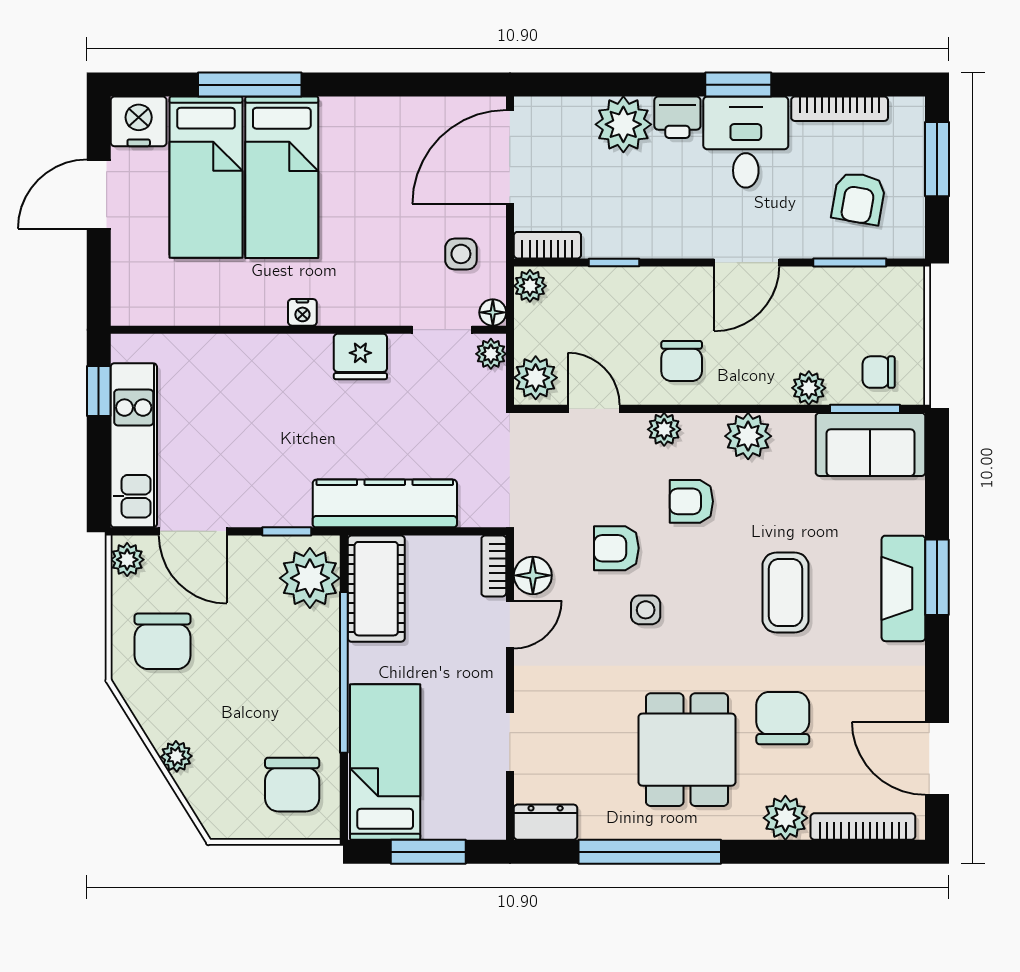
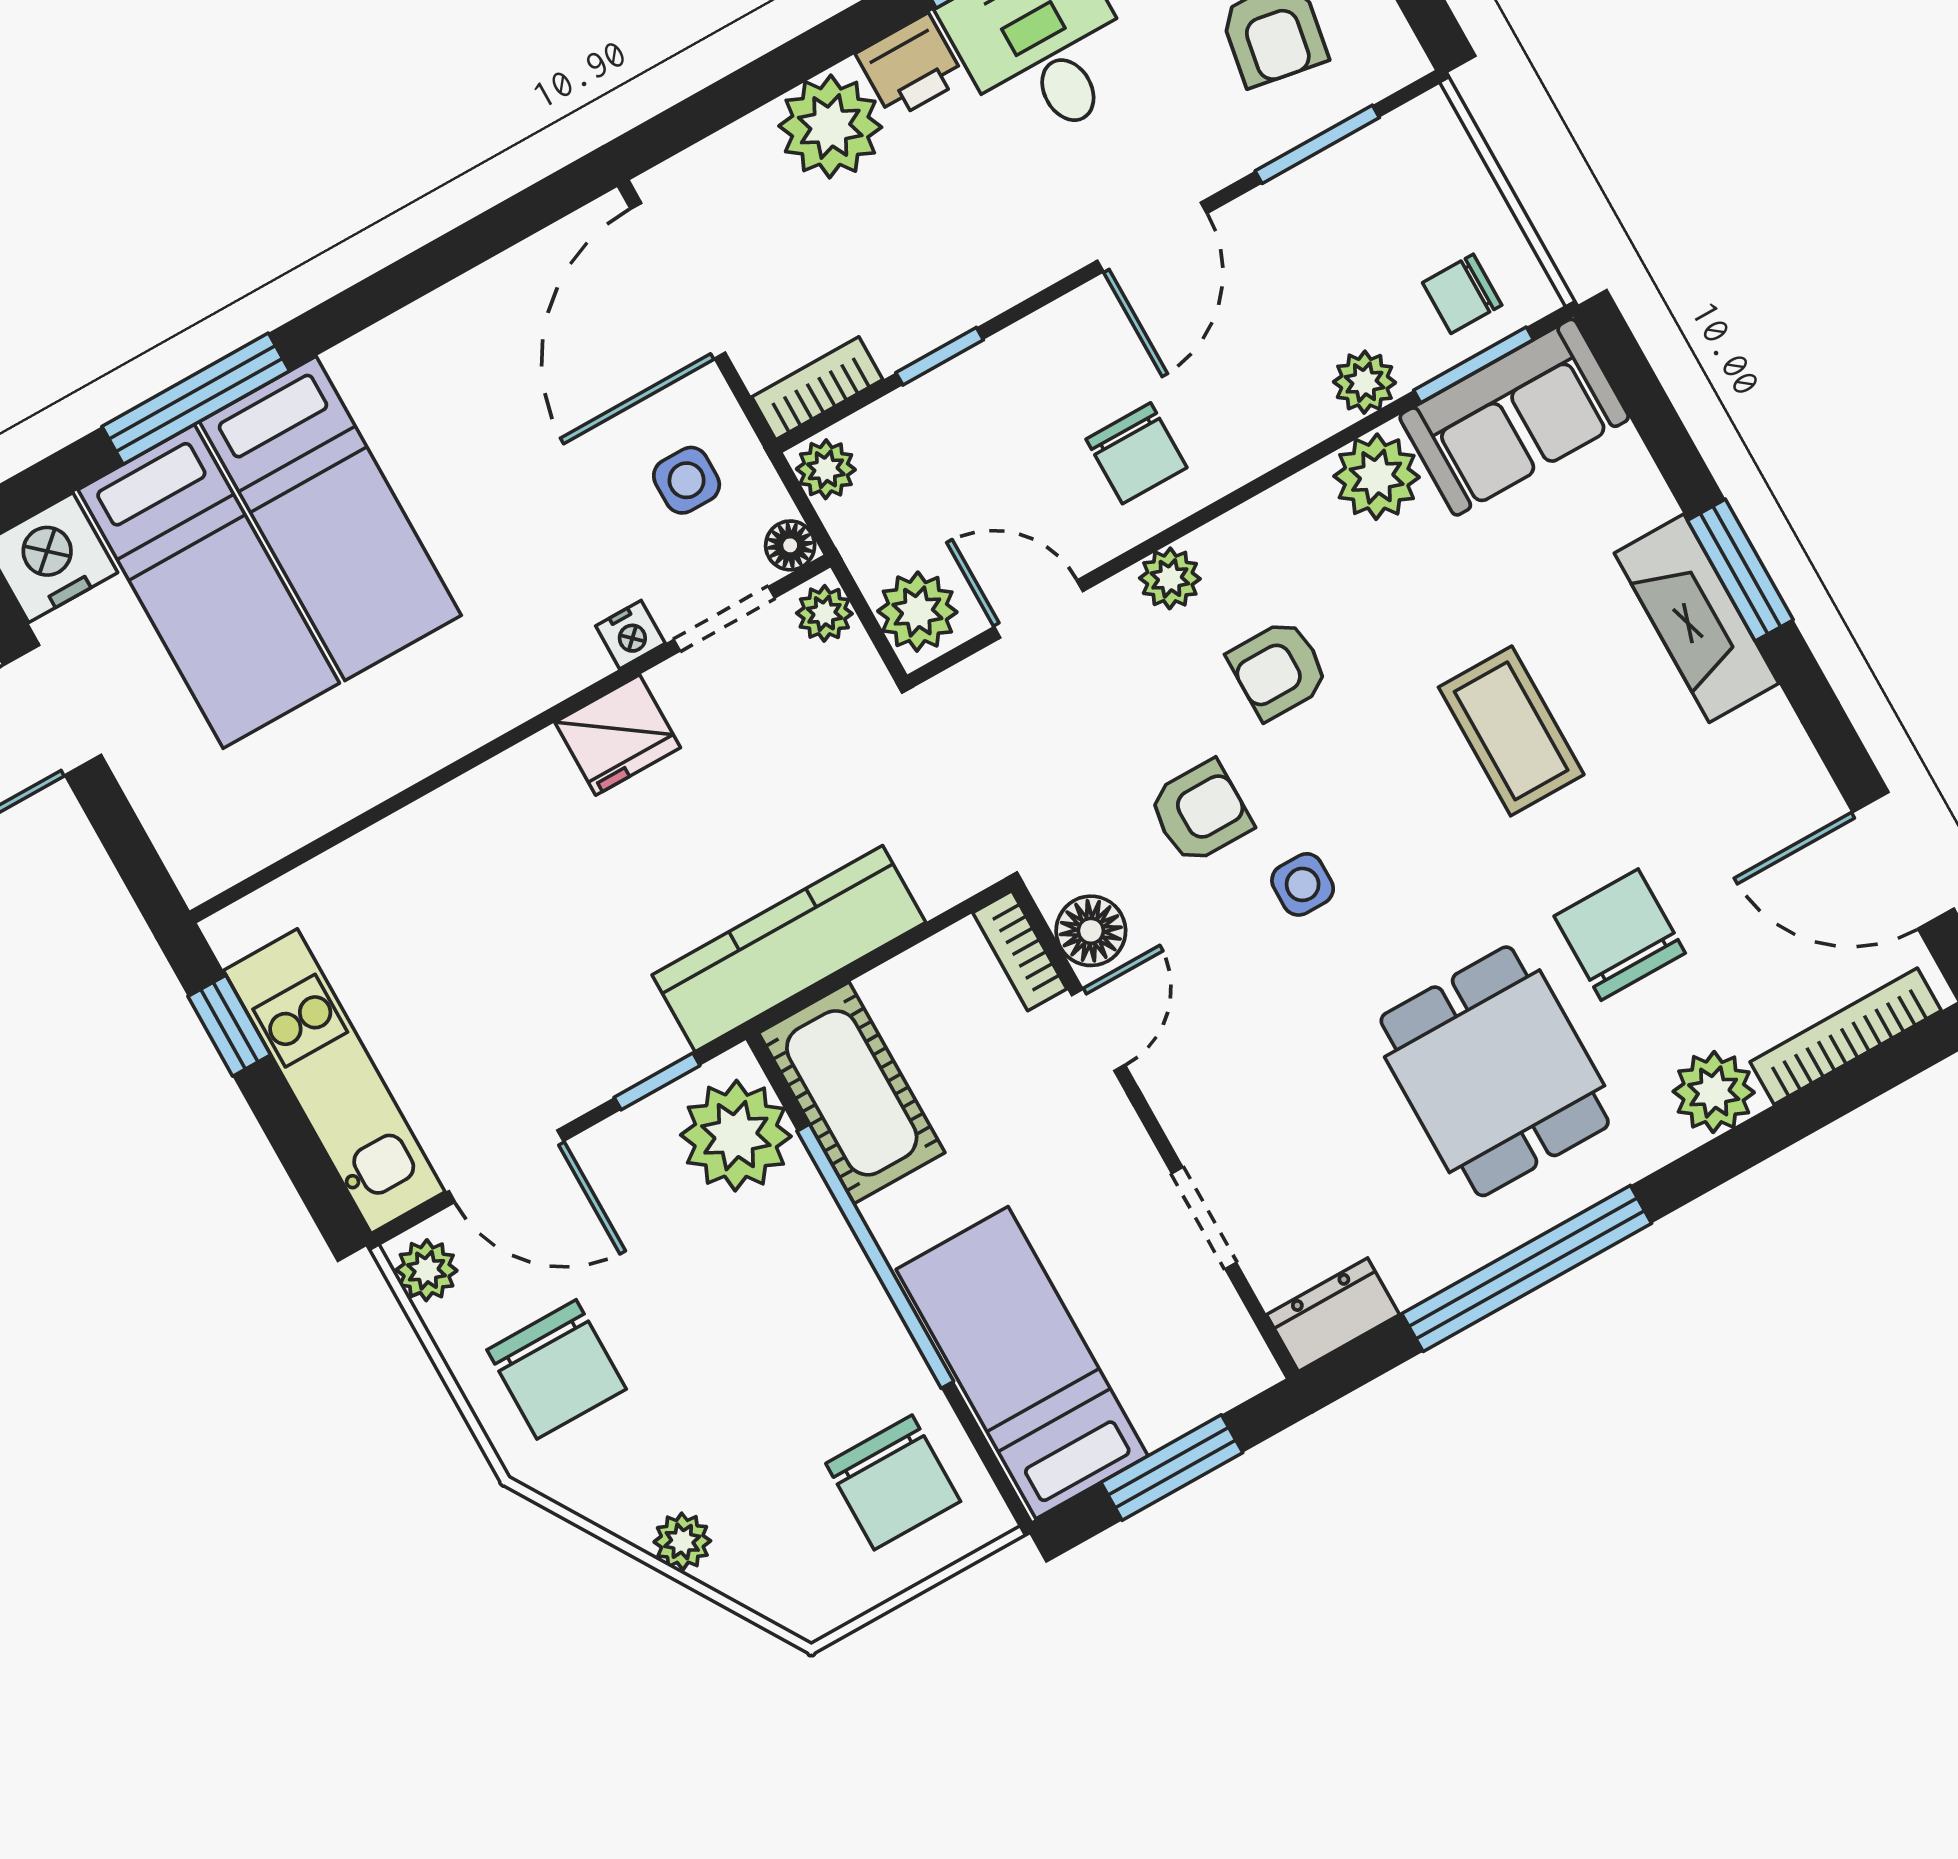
nightstand: (302, 312) -> (630, 635), moved
plant: (748, 436) -> (1377, 477), moved
armchair: (616, 548) -> (1200, 812), turned 180

